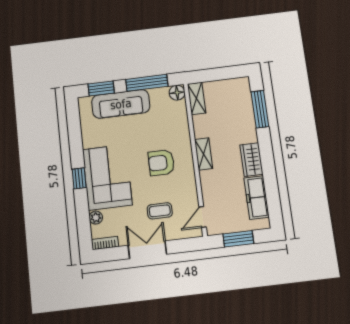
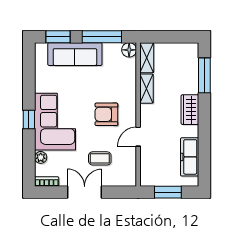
shelving: (204, 154) -> (147, 89), moved
wardrobe: (251, 160) -> (190, 110), moved
door: (203, 217) -> (138, 137), moved

